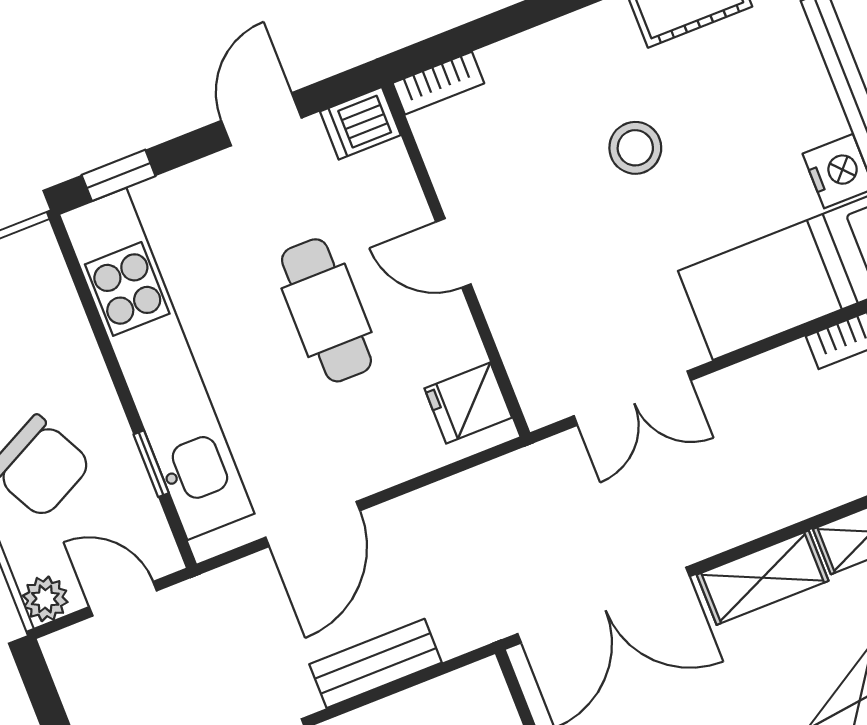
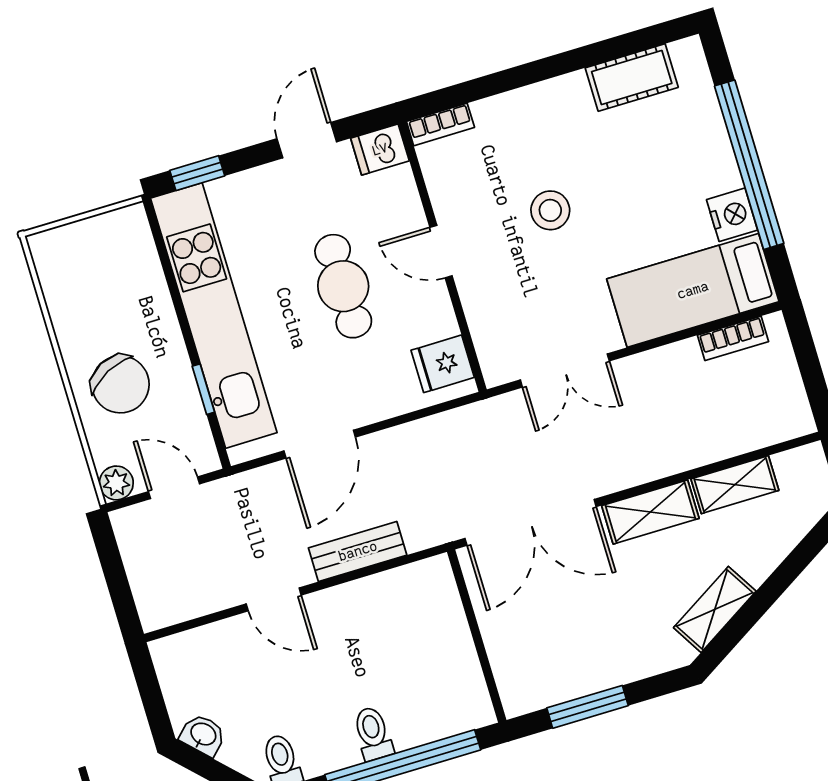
stool: (635, 148) -> (550, 210), moved

